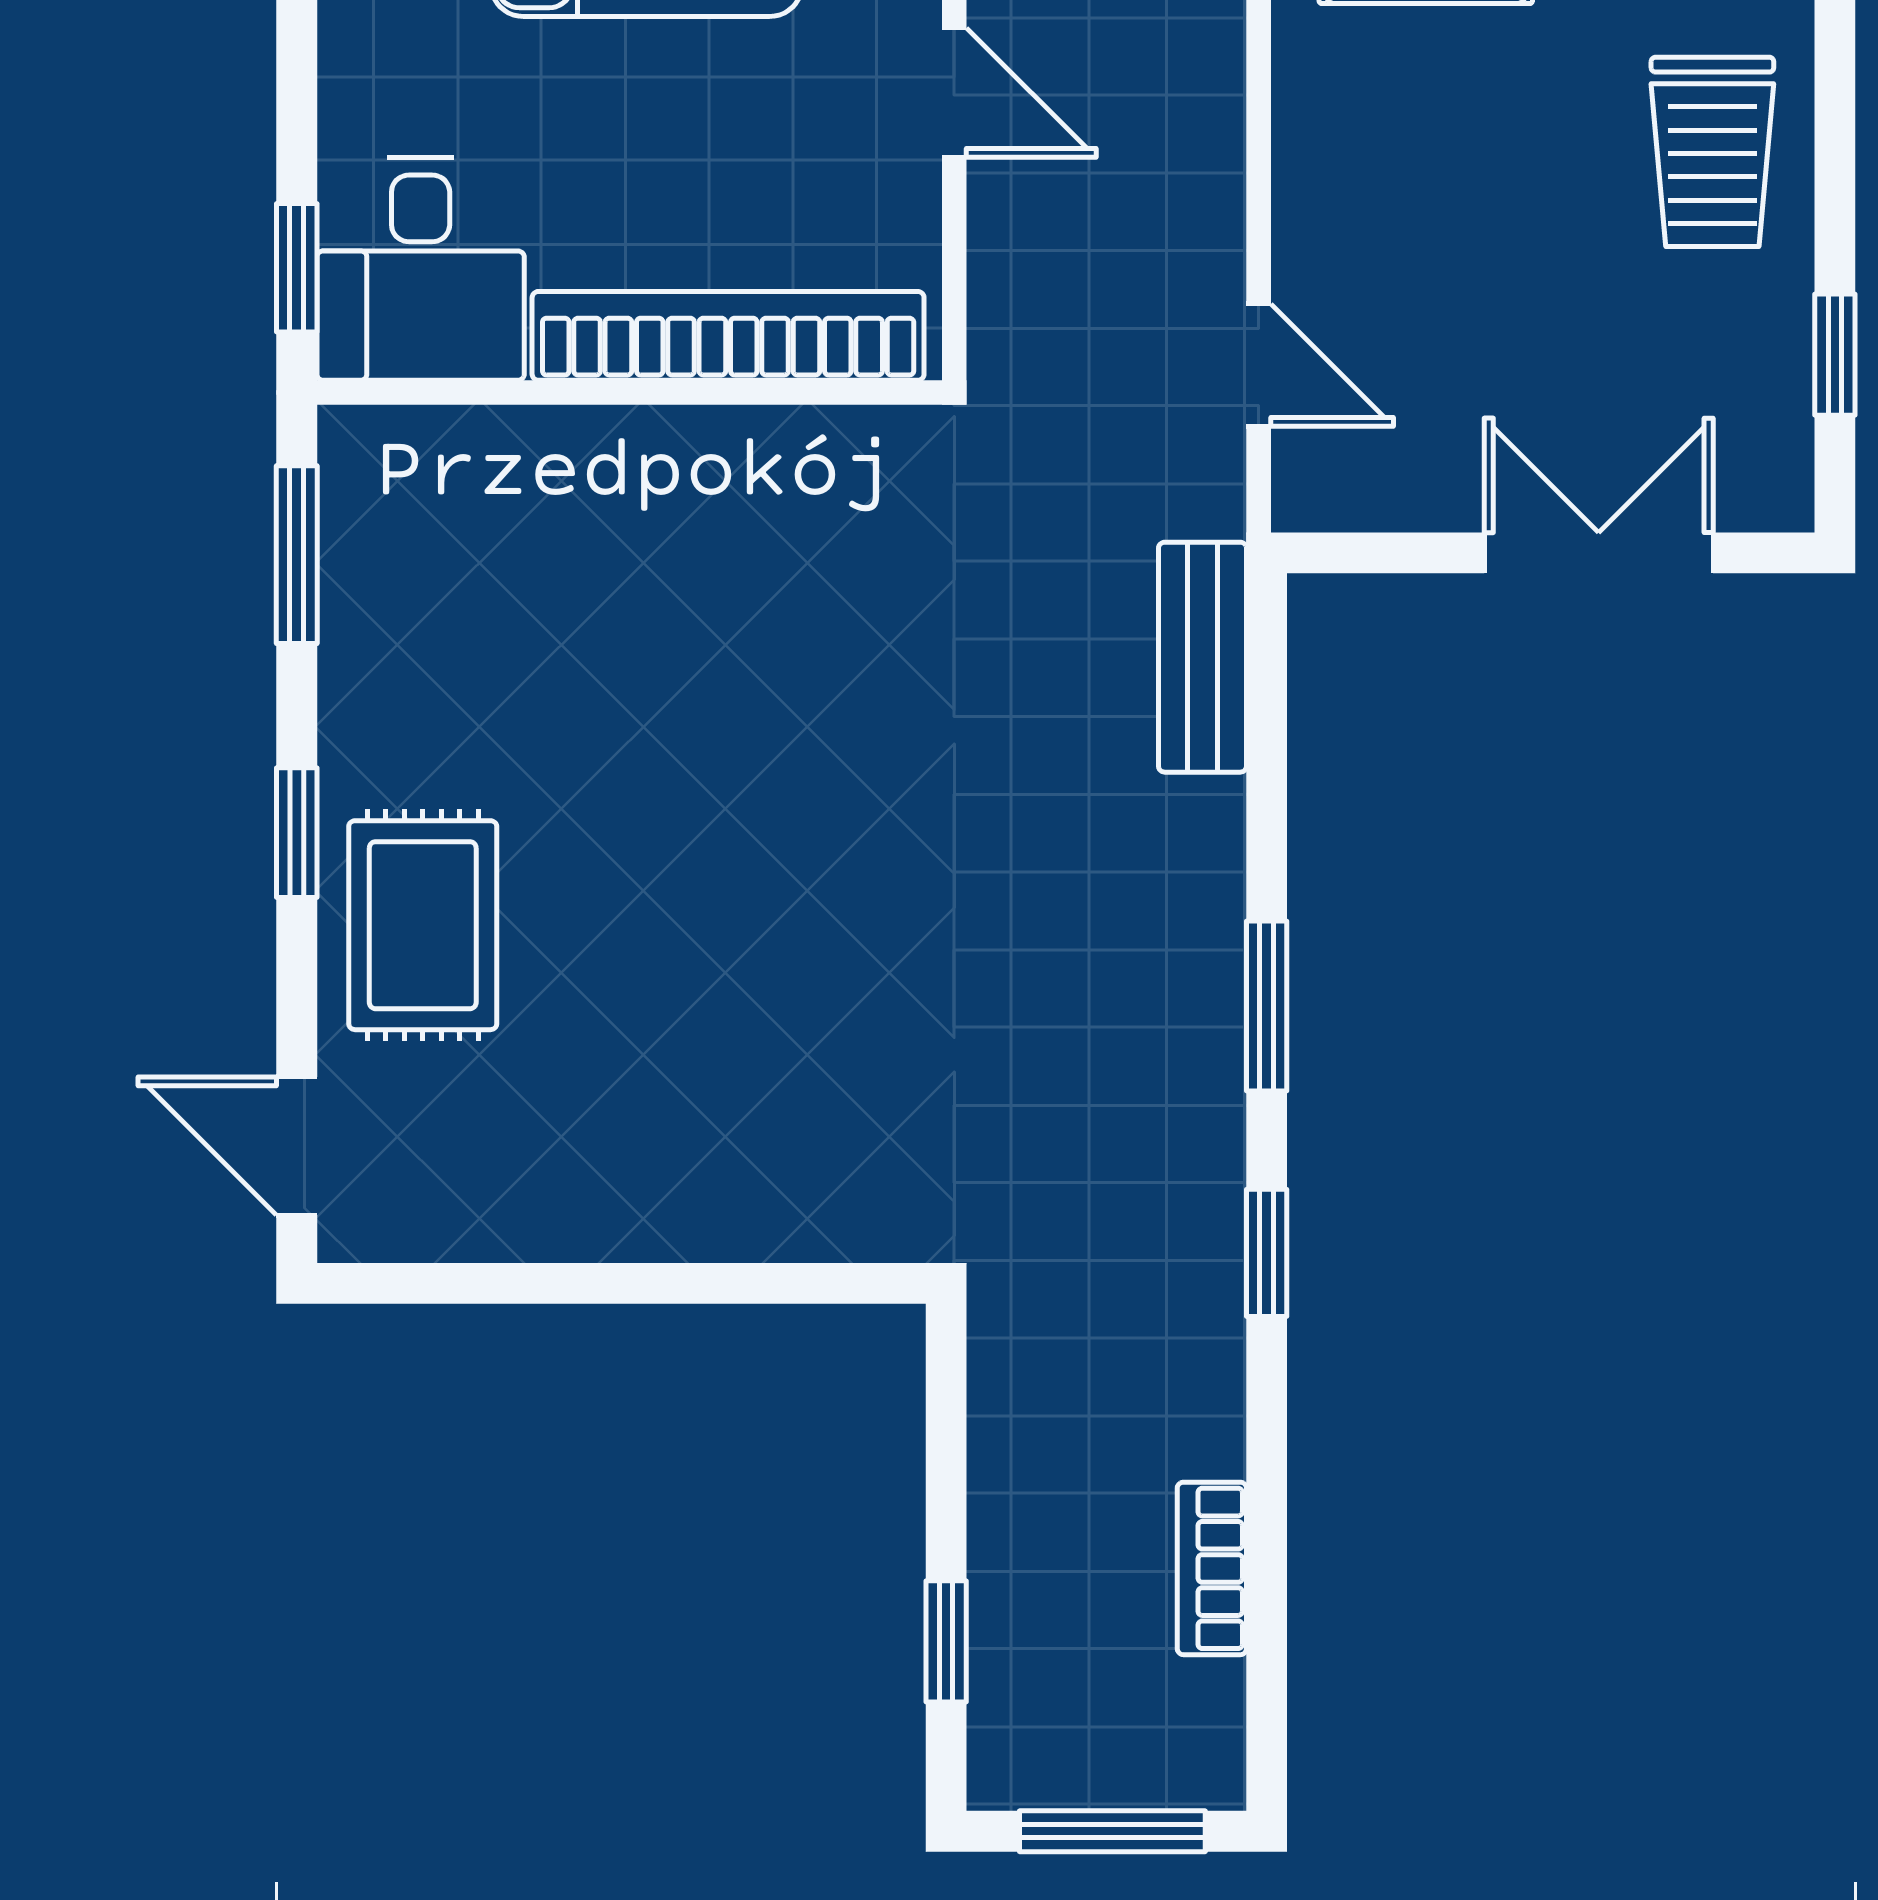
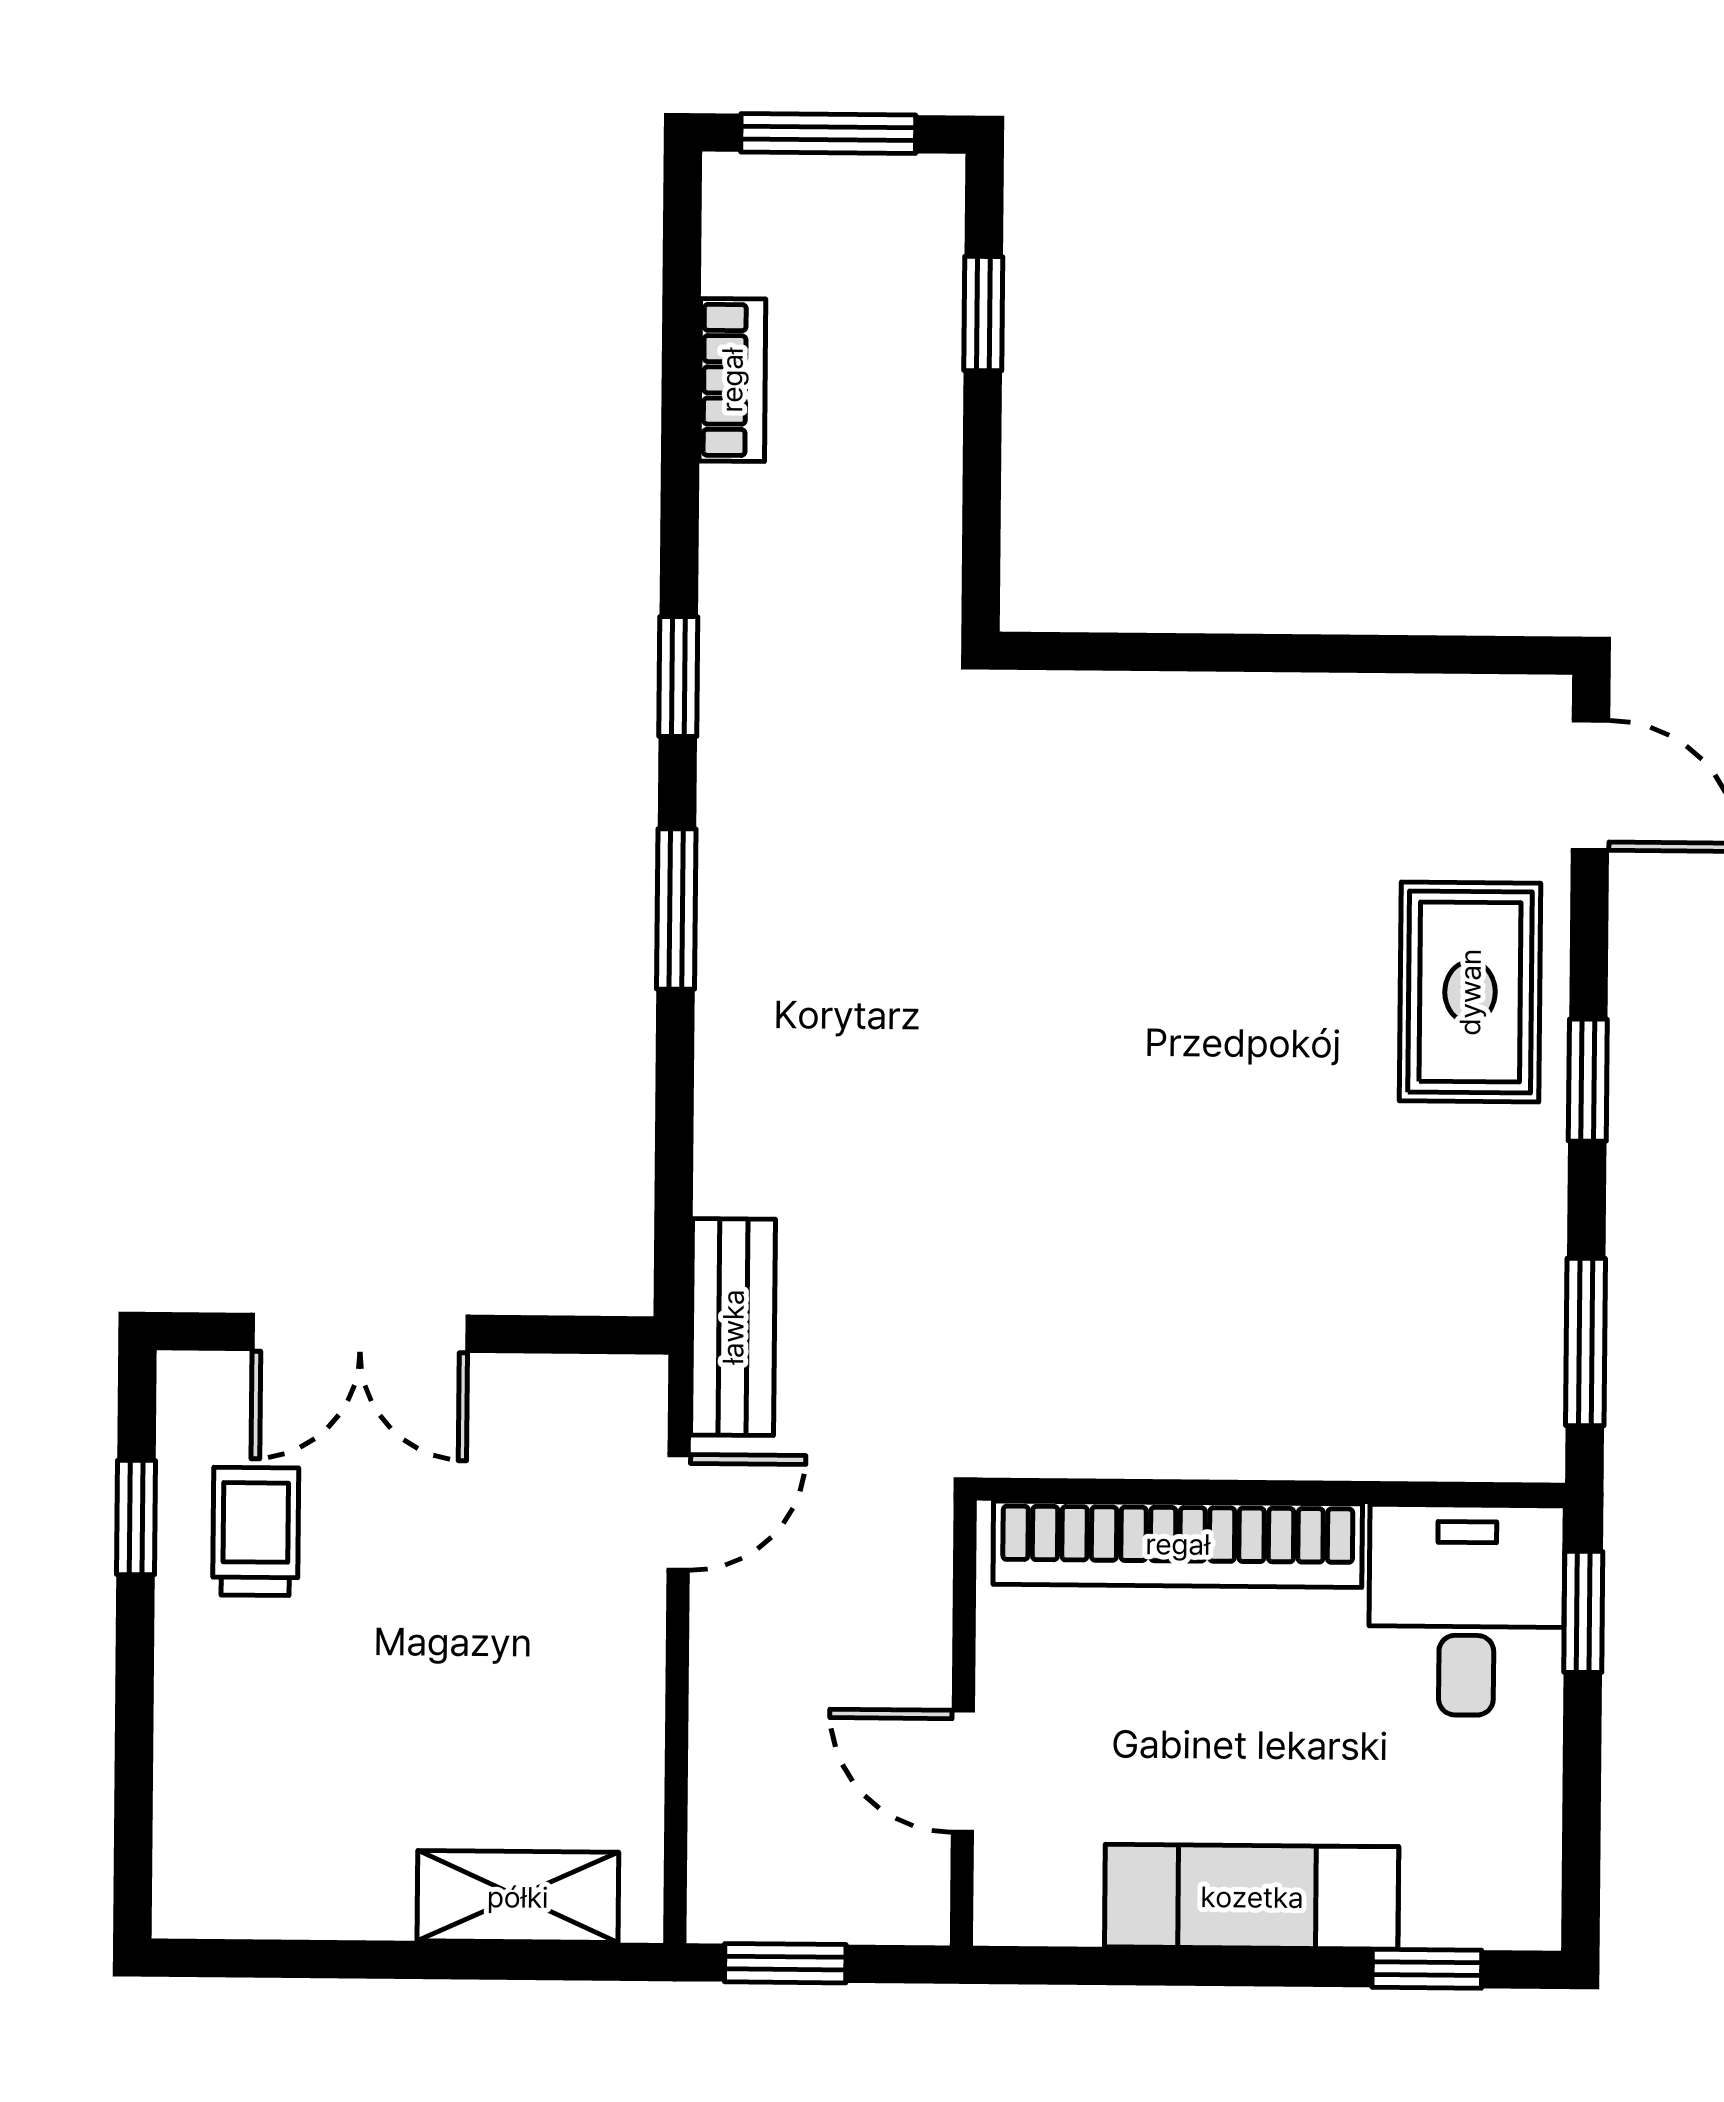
trolley: (1712, 152) -> (256, 1531), moved, width x0.73, depth x0.72
door: (1259, 365) -> (679, 1512), swing flipped
bench: (1202, 657) -> (733, 1327), moved

